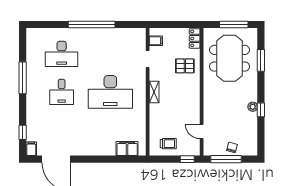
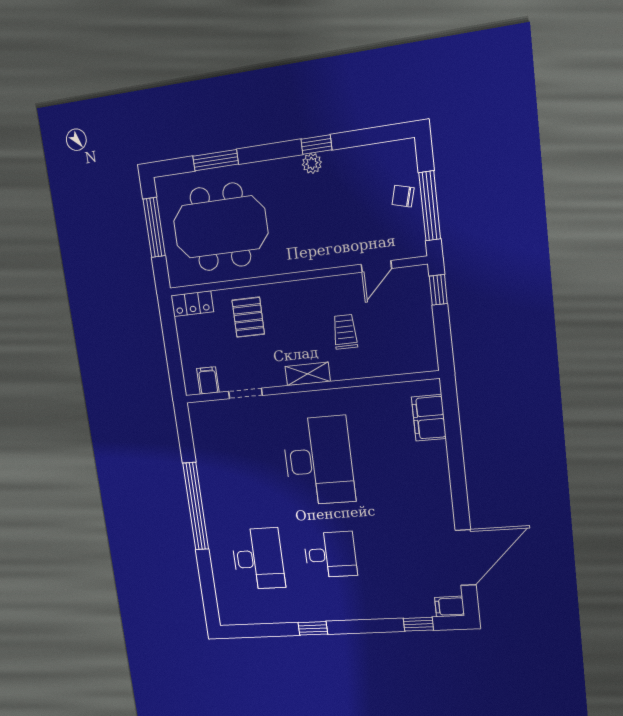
window: (23, 78) -> (313, 628), width x0.46
trolley: (168, 144) -> (345, 332), moved

